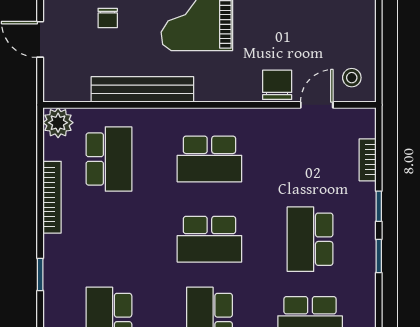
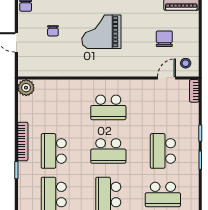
chair: (277, 85) -> (164, 39), moved
bench: (142, 89) -> (72, 70), removed
school desk: (109, 159) -> (54, 151), moved, turned 180
bookcase: (368, 160) -> (194, 91), moved
bookcase: (52, 197) -> (23, 141), moved

